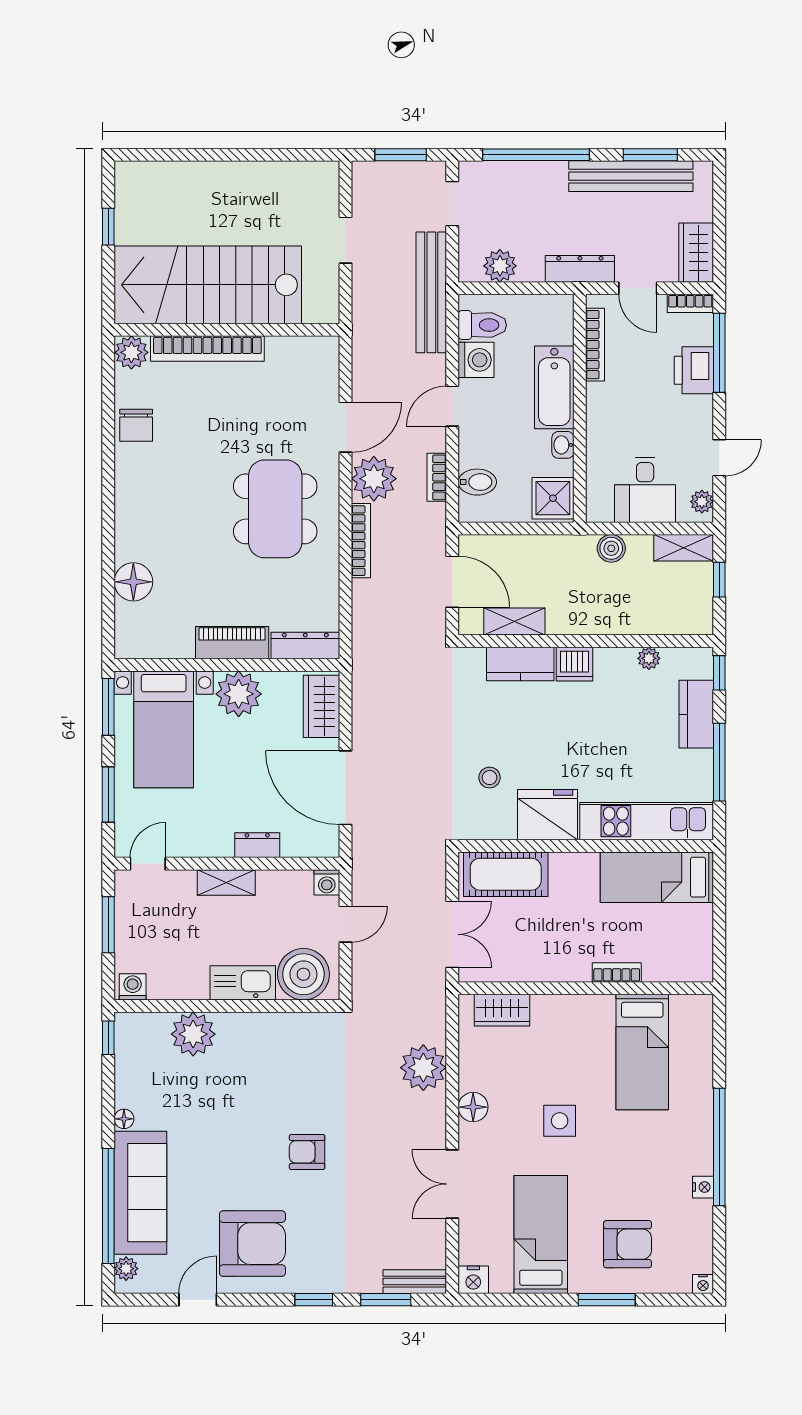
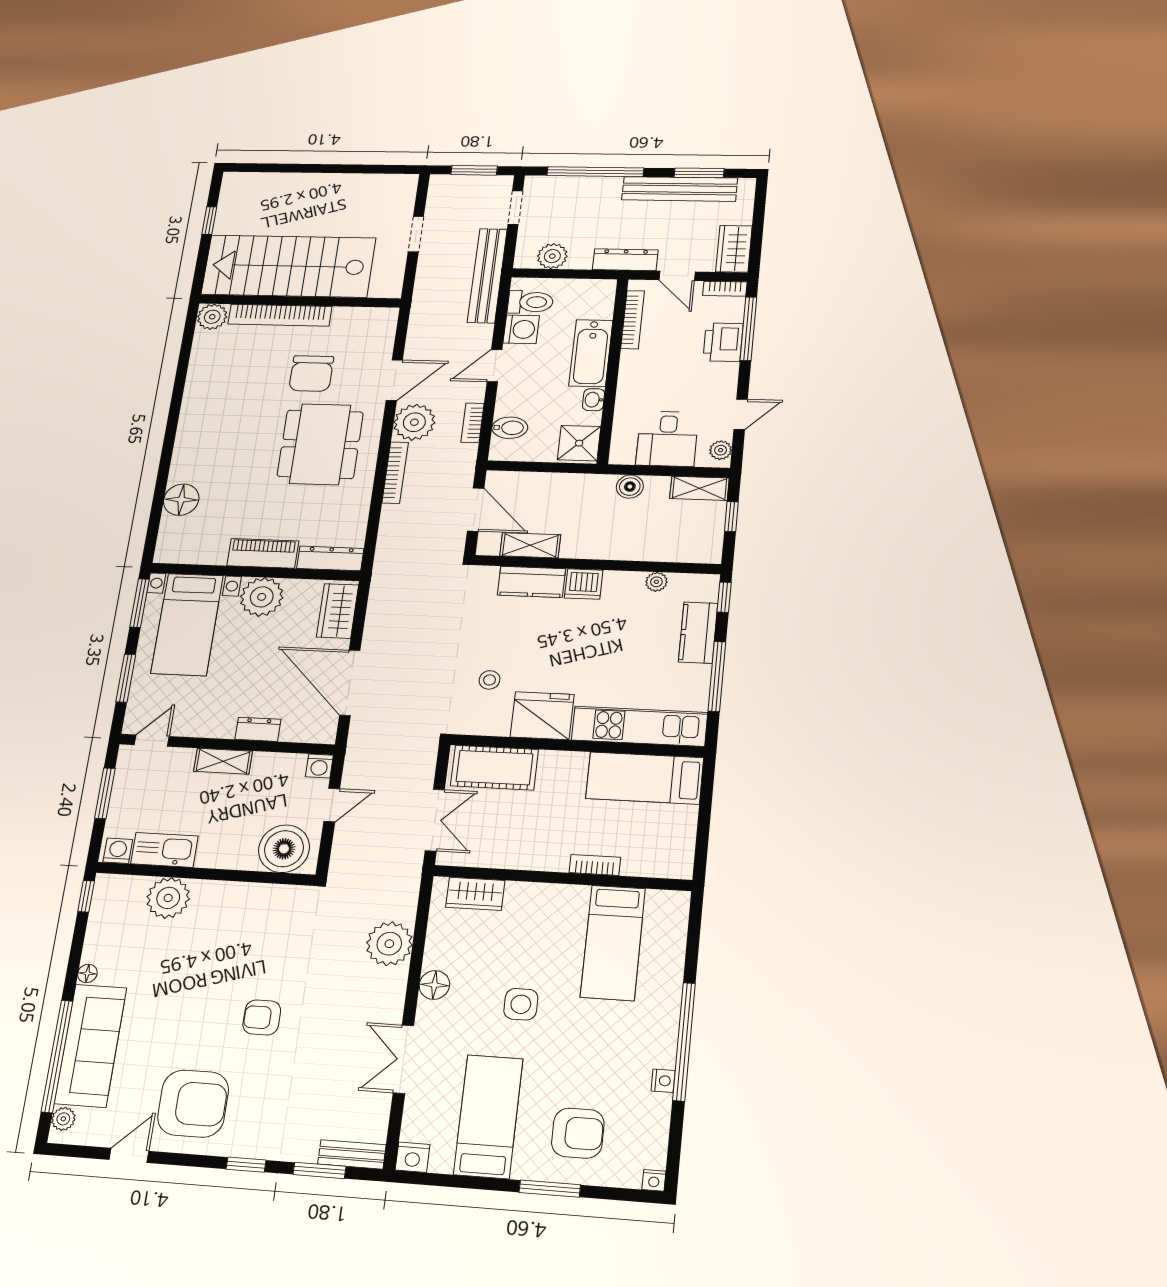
chair: (136, 425) -> (311, 373), moved, width x1.37, depth x1.37
kitchen sink: (243, 983) -> (164, 850), moved

